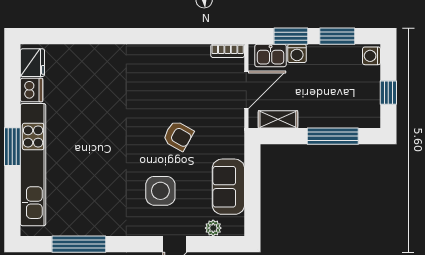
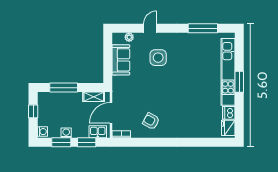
washing machine: (297, 53) -> (66, 133), moved
armchair: (178, 136) -> (151, 121), moved

